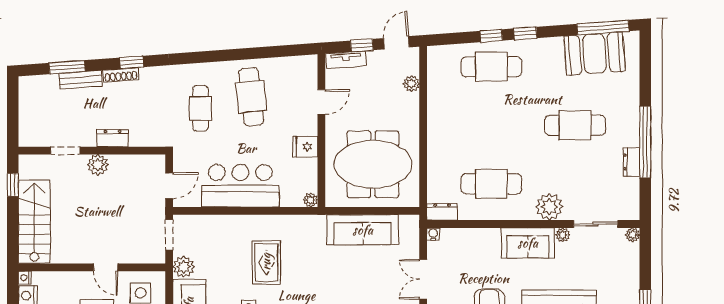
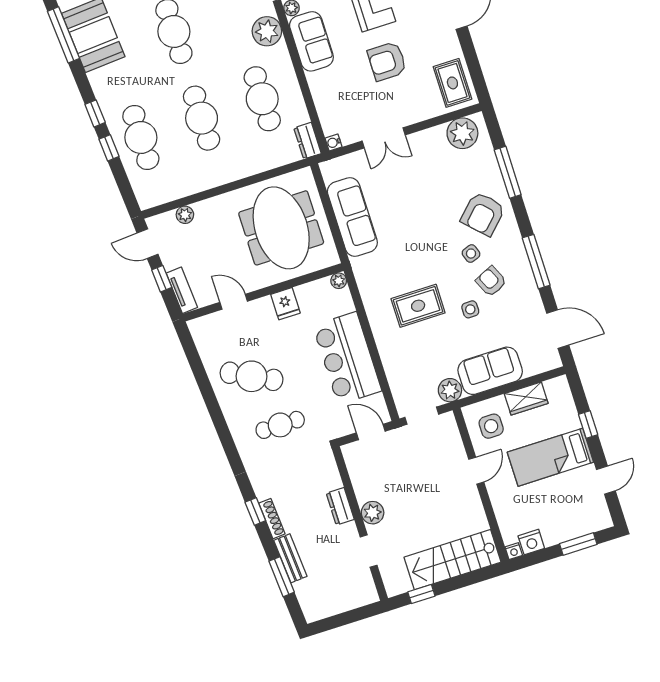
cafe table: (251, 97) -> (252, 376), turned 33
cafe table: (491, 125) -> (202, 118), added

